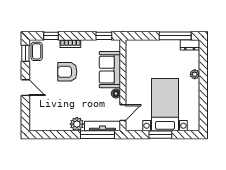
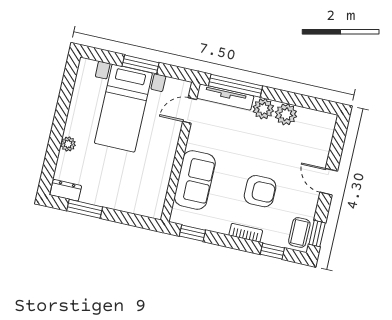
window: (175, 36) -> (85, 209), width x0.69
floor lamp: (116, 94) -> (194, 142), removed
plant: (62, 124) -> (286, 114), added

